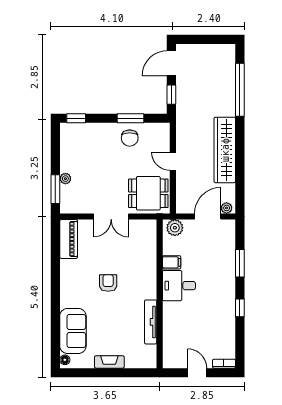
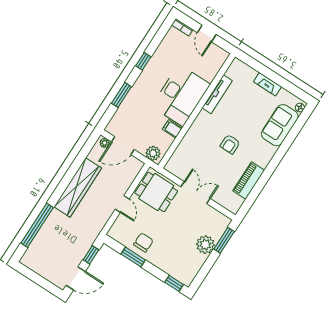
plant: (65, 179) -> (205, 245), width x1.88, depth x1.88
piano: (69, 239) -> (249, 181), moved
desk: (179, 286) -> (181, 95), width x1.87, depth x1.30

